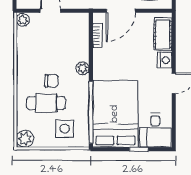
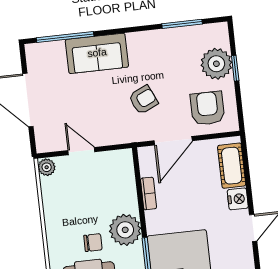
bookcase: (98, 36) -> (149, 193), moved
plant: (83, 68) -> (125, 230), width x1.87, depth x1.87

